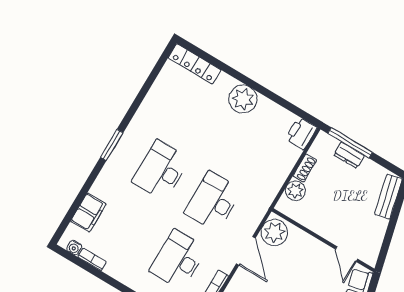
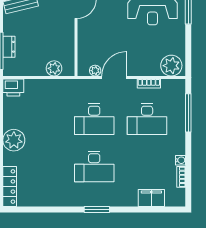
shoe rack: (305, 168) -> (35, 71), removed
plant: (274, 232) -> (95, 71), width x0.53, depth x0.53
water cooler: (74, 248) -> (180, 160), moved

